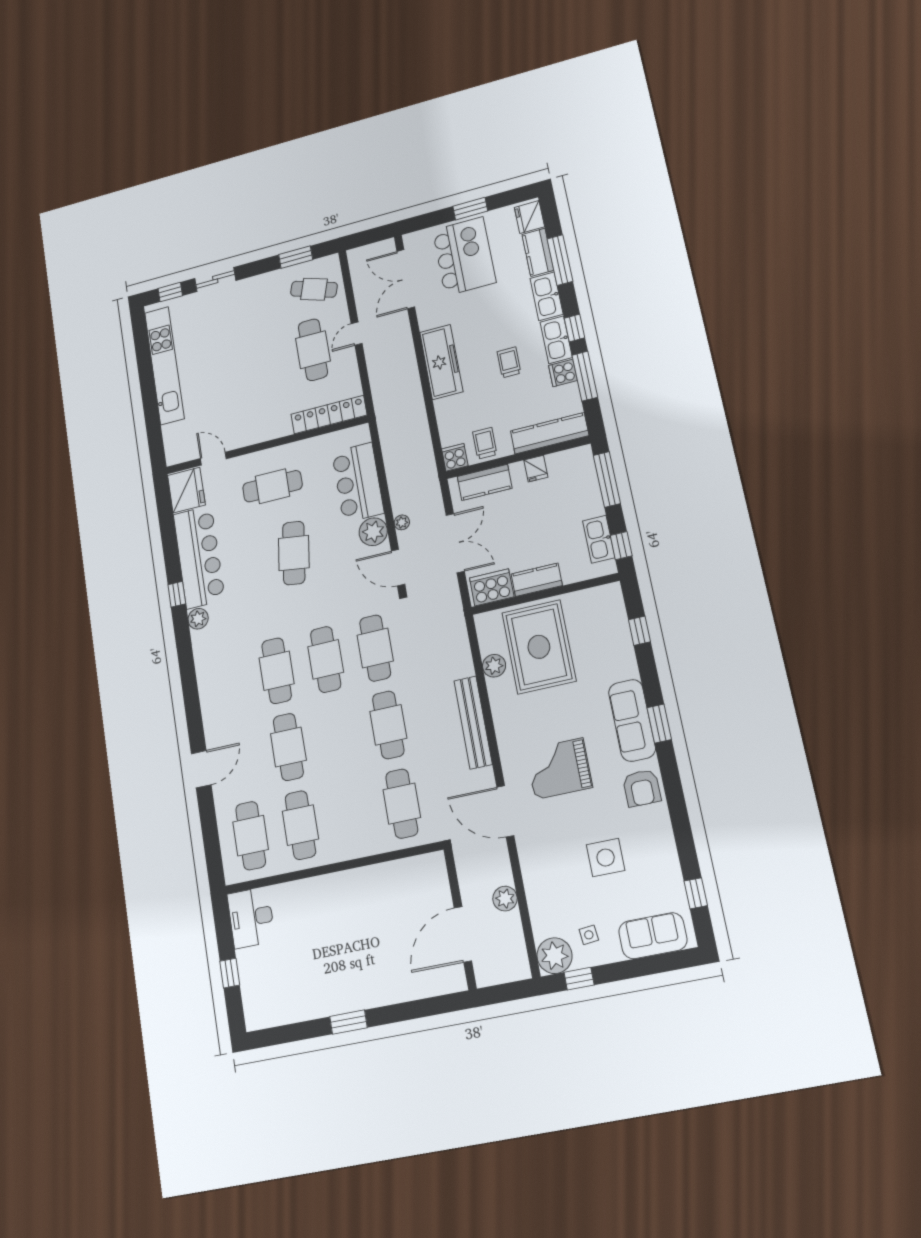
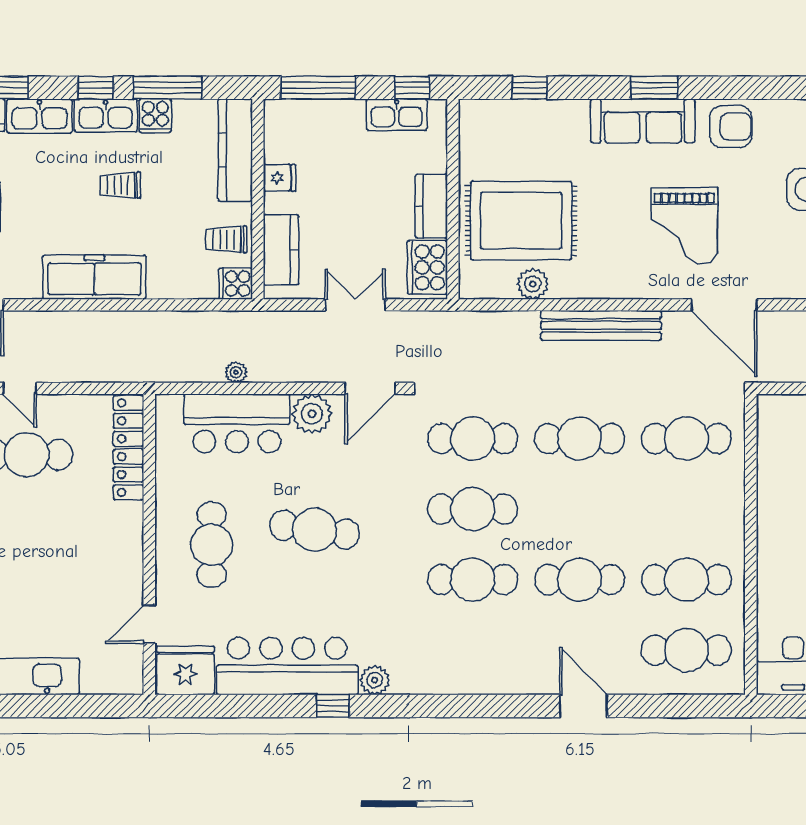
plant: (402, 522) -> (236, 372), moved
double door: (455, 543) -> (355, 305), width x0.73
door: (505, 811) -> (724, 305), hinge flipped

